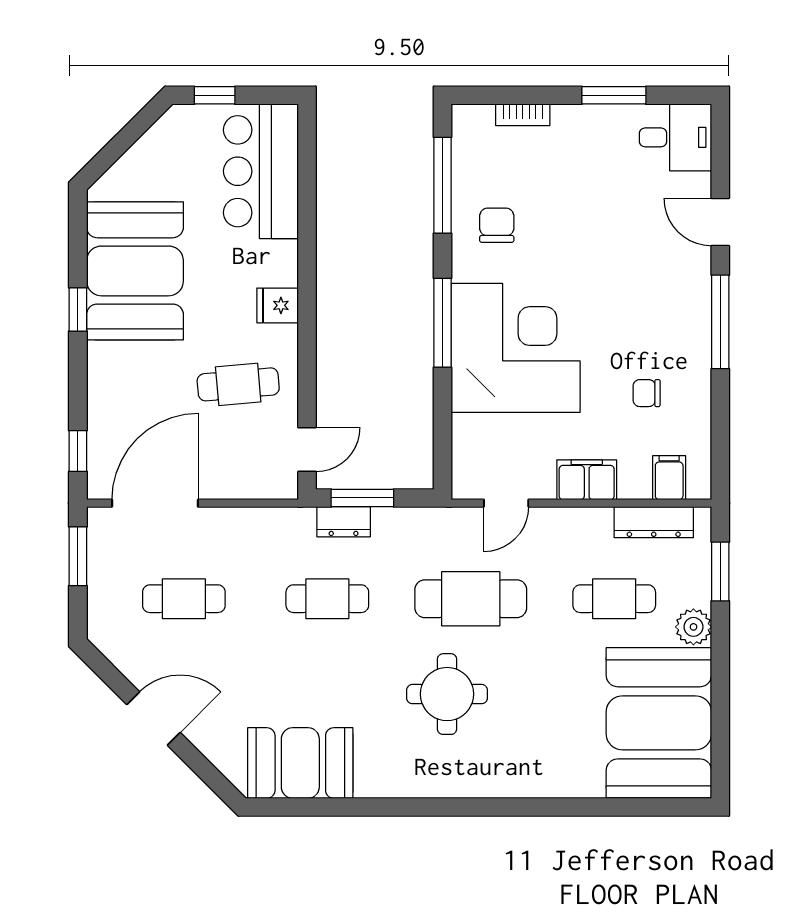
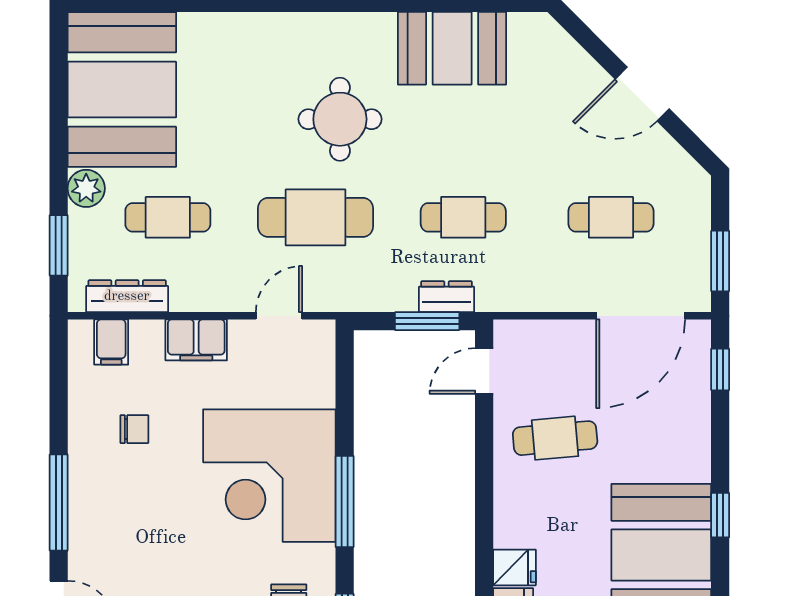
fridge: (278, 305) -> (514, 567), moved
booth: (300, 763) -> (452, 48), moved

